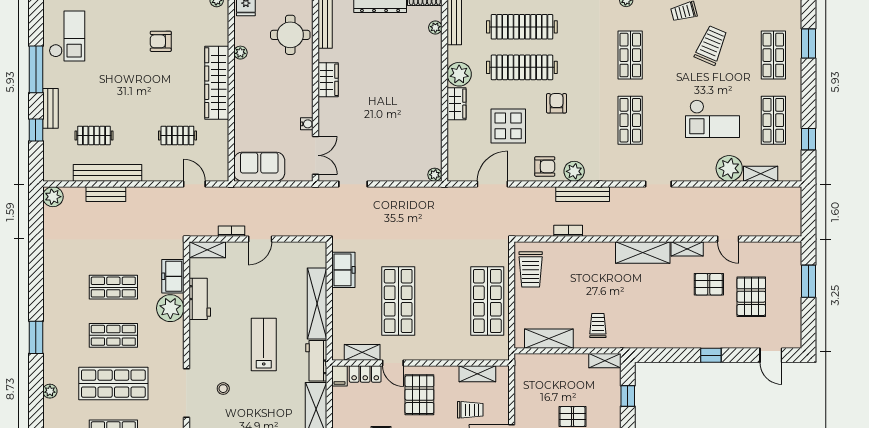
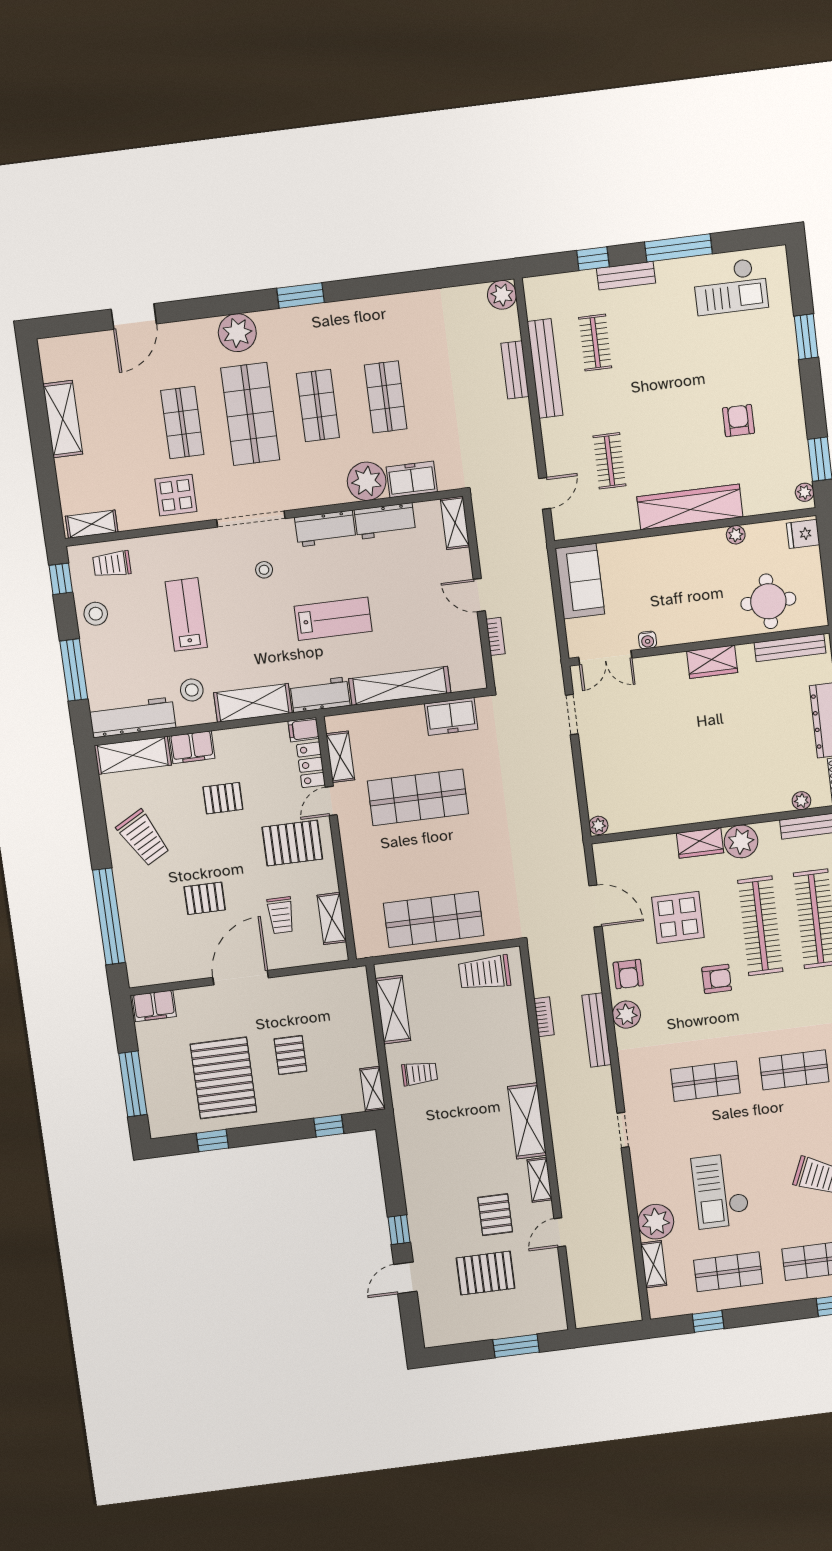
bookcase: (231, 231) -> (496, 636), moved
workbench: (200, 342) -> (325, 529), added
door: (771, 355) -> (405, 1278), moved
plant: (50, 391) -> (237, 333), width x1.88, depth x1.88

